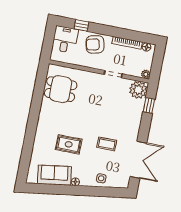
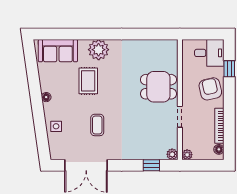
dining table: (61, 89) -> (158, 87), moved, turned 90
plant: (138, 90) -> (172, 154), width x0.53, depth x0.53
plant: (44, 131) -> (99, 50), added
sofa: (54, 175) -> (58, 51), moved, turned 98

